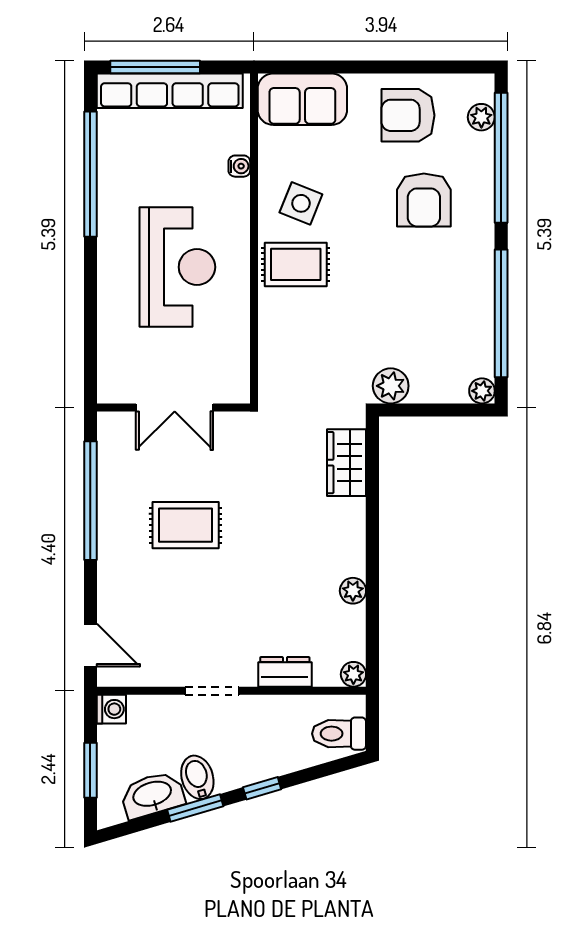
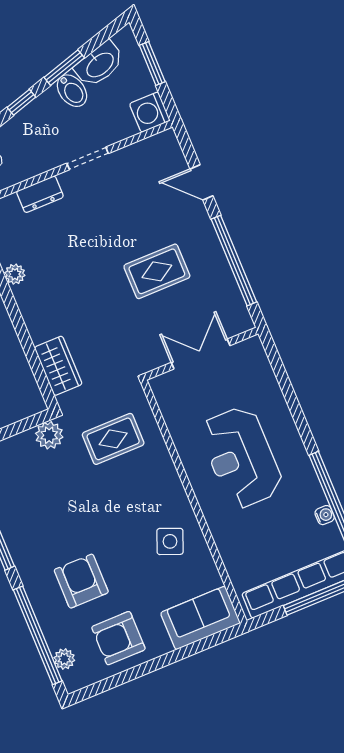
armchair: (408, 115) -> (118, 638), turned 180
water cooler: (239, 166) -> (325, 515), moved, turned 180
rug: (296, 264) -> (113, 439), moved
door: (90, 645) -> (201, 182), moved
washing machine: (111, 709) -> (150, 112), width x1.38, depth x1.38

